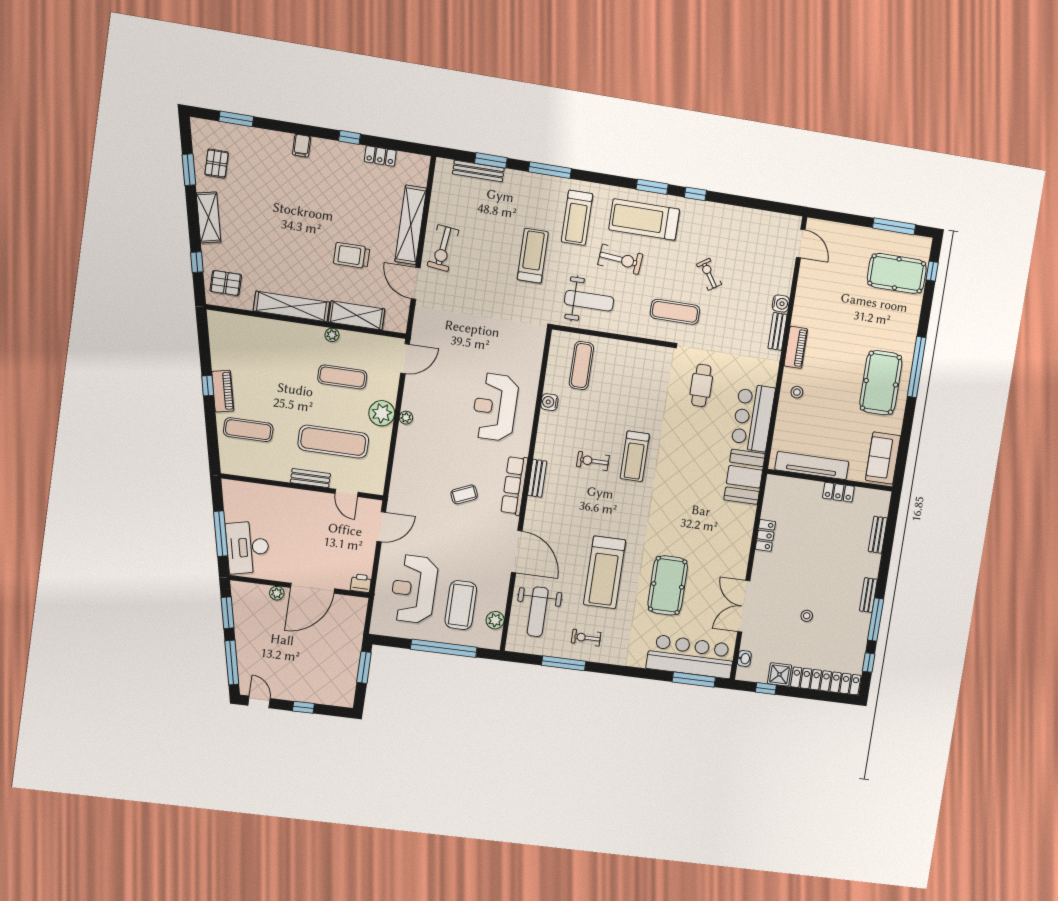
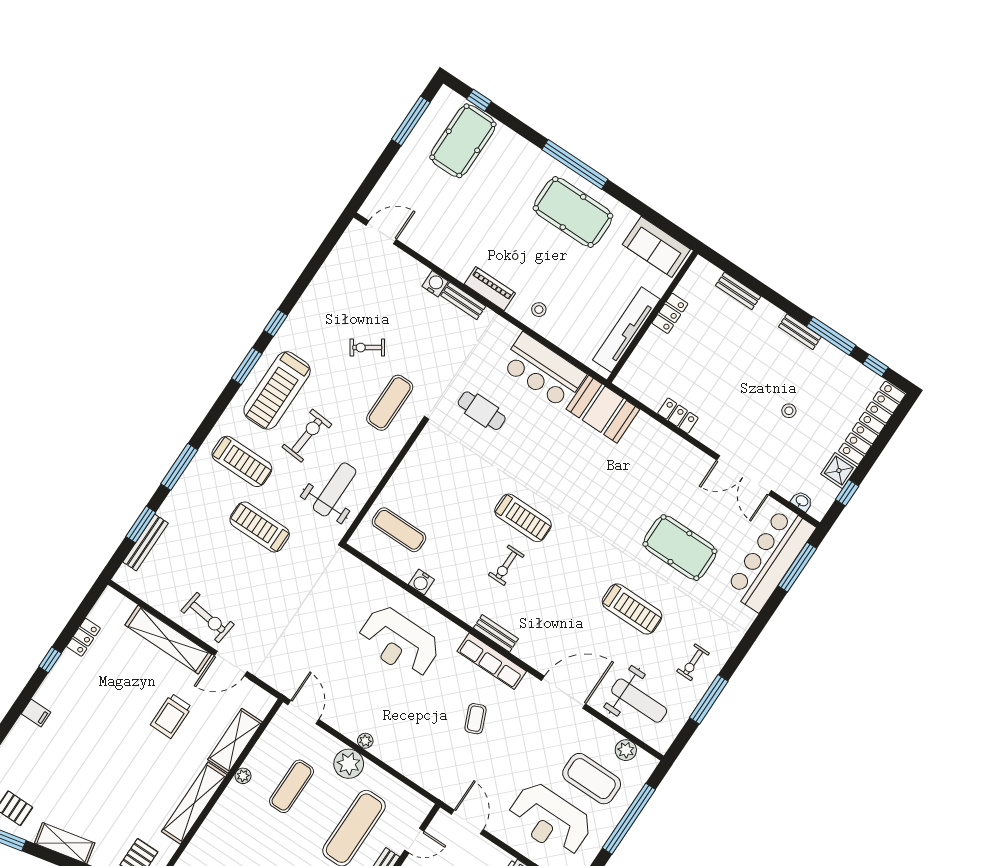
treadmill: (605, 572) -> (632, 609), width x0.73, depth x0.73

